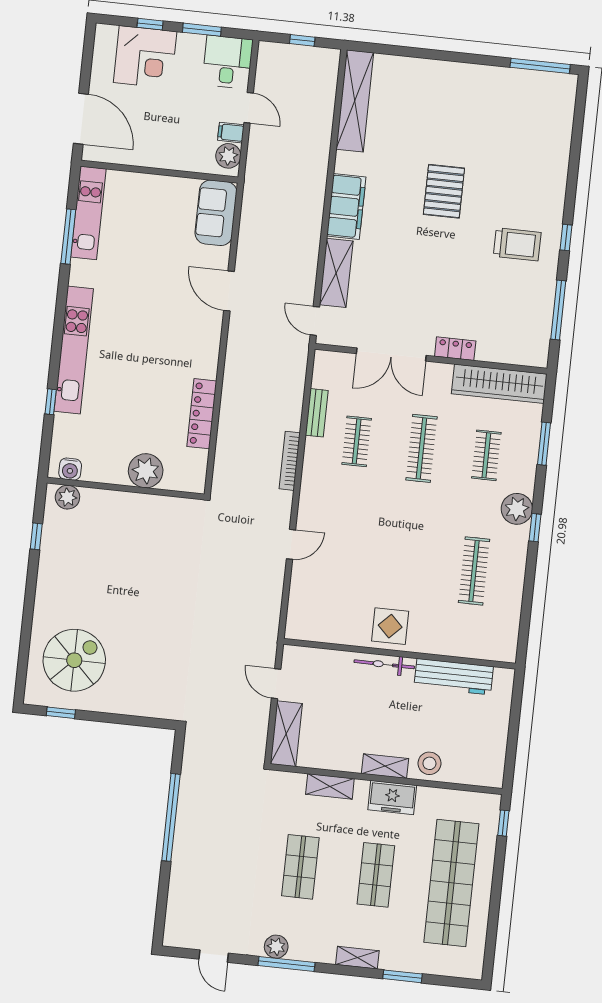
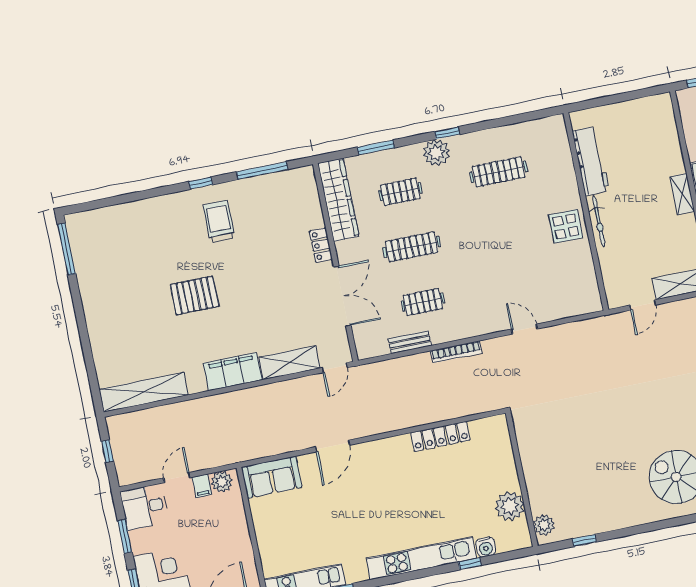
water cooler: (70, 469) -> (486, 547), moved, turned 90
plant: (146, 471) -> (510, 506), moved
stool: (429, 763) -> (668, 158), removed

